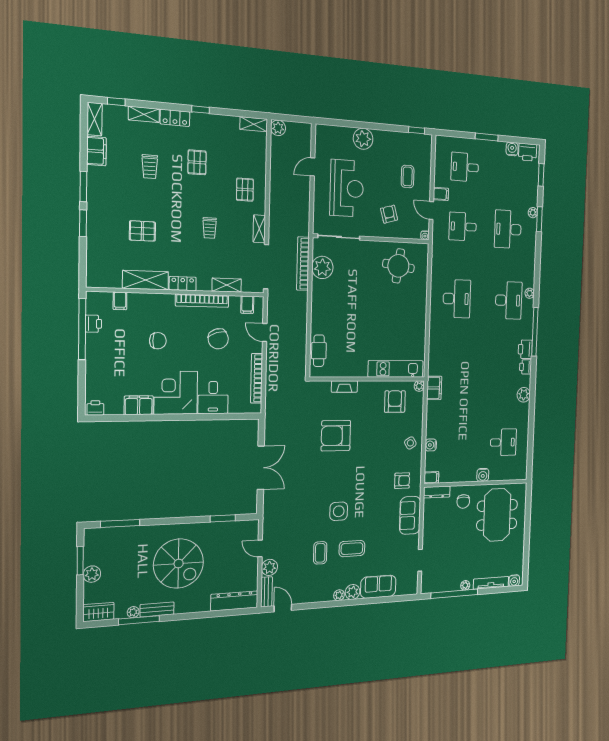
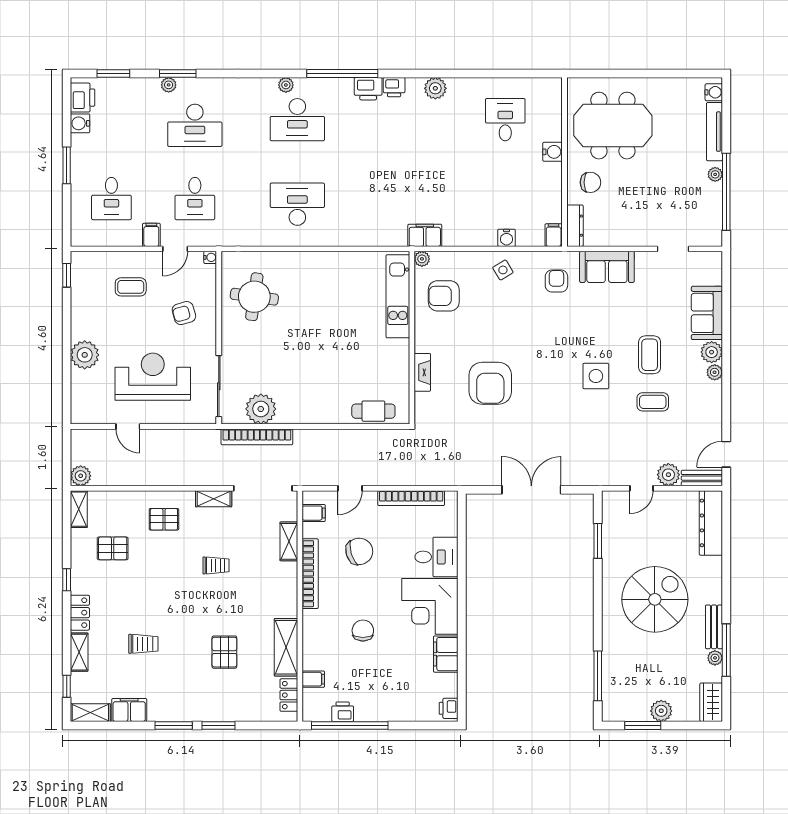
pallet: (197, 162) -> (113, 548), moved
locker: (183, 284) -> (289, 695), moved
desk: (509, 300) -> (297, 120), turned 180

